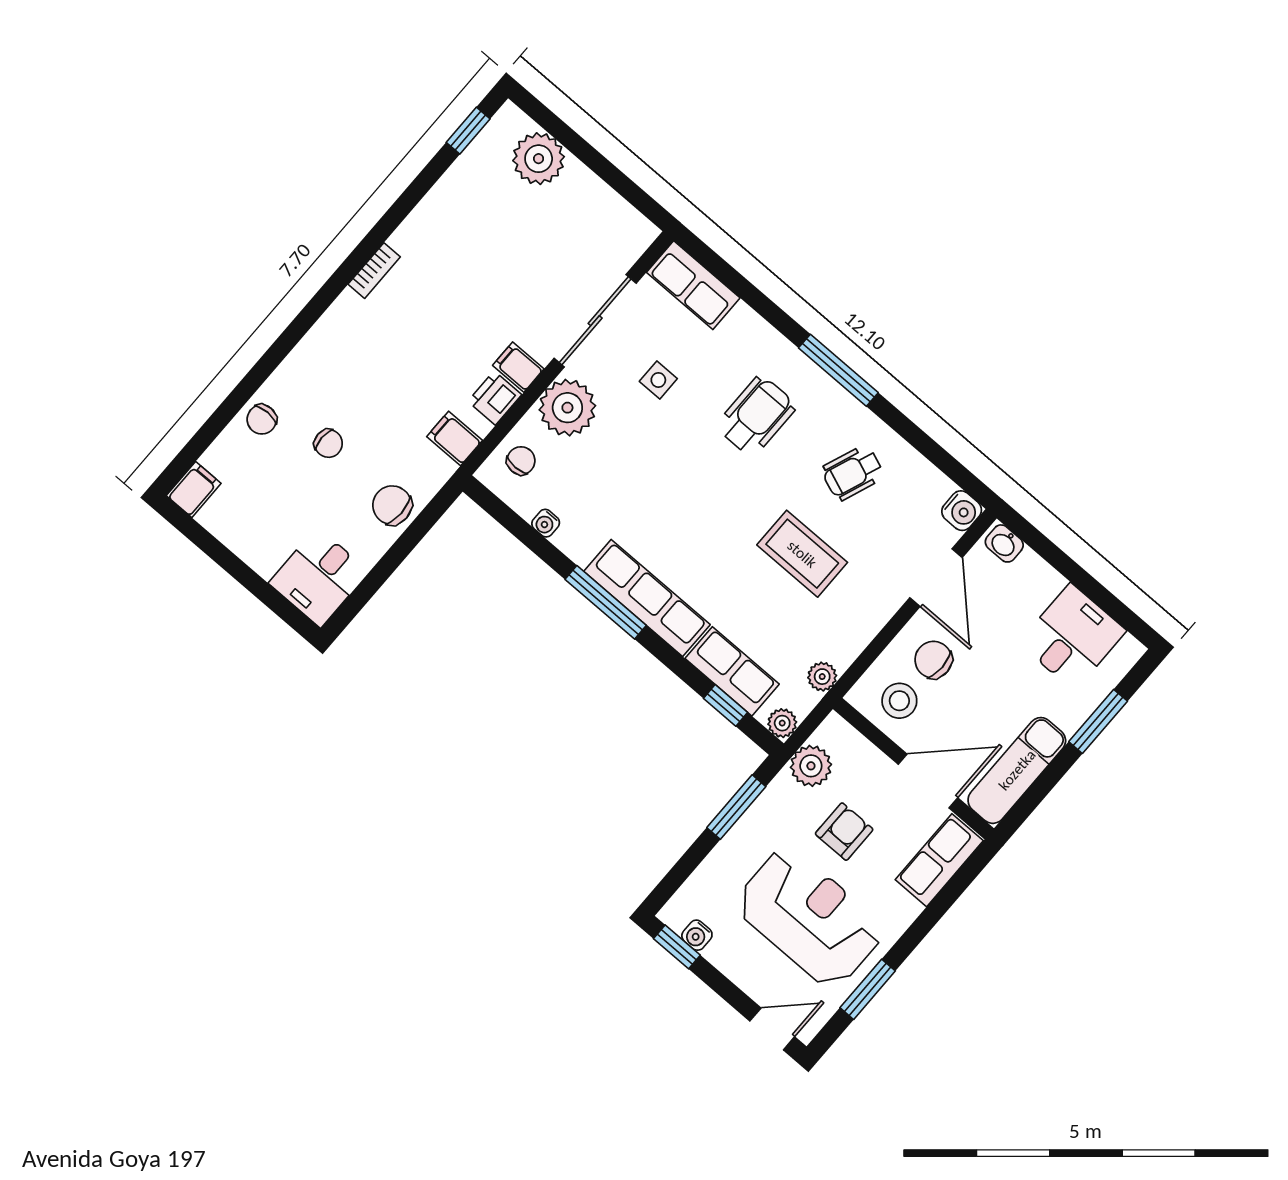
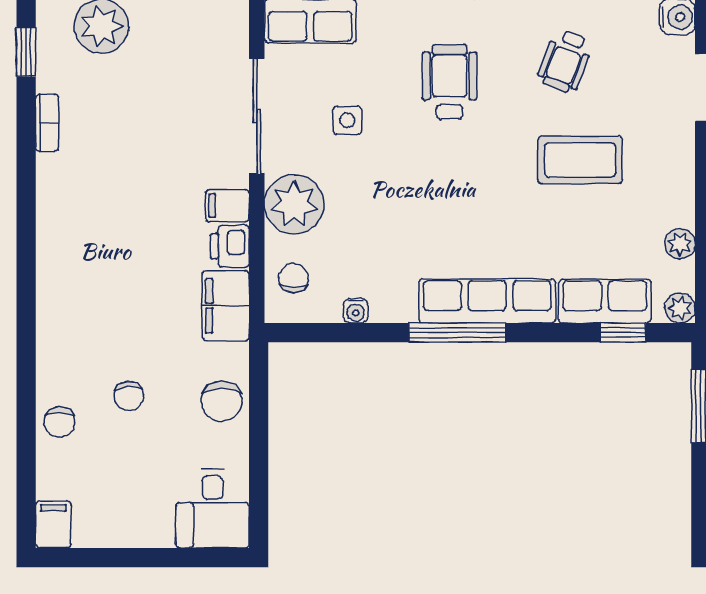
bookcase: (374, 271) -> (47, 123), moved
filing cabinet: (455, 438) -> (226, 306), width x2.00
chair: (328, 443) -> (129, 396), turned 86
chair: (392, 505) -> (222, 401), turned -90

